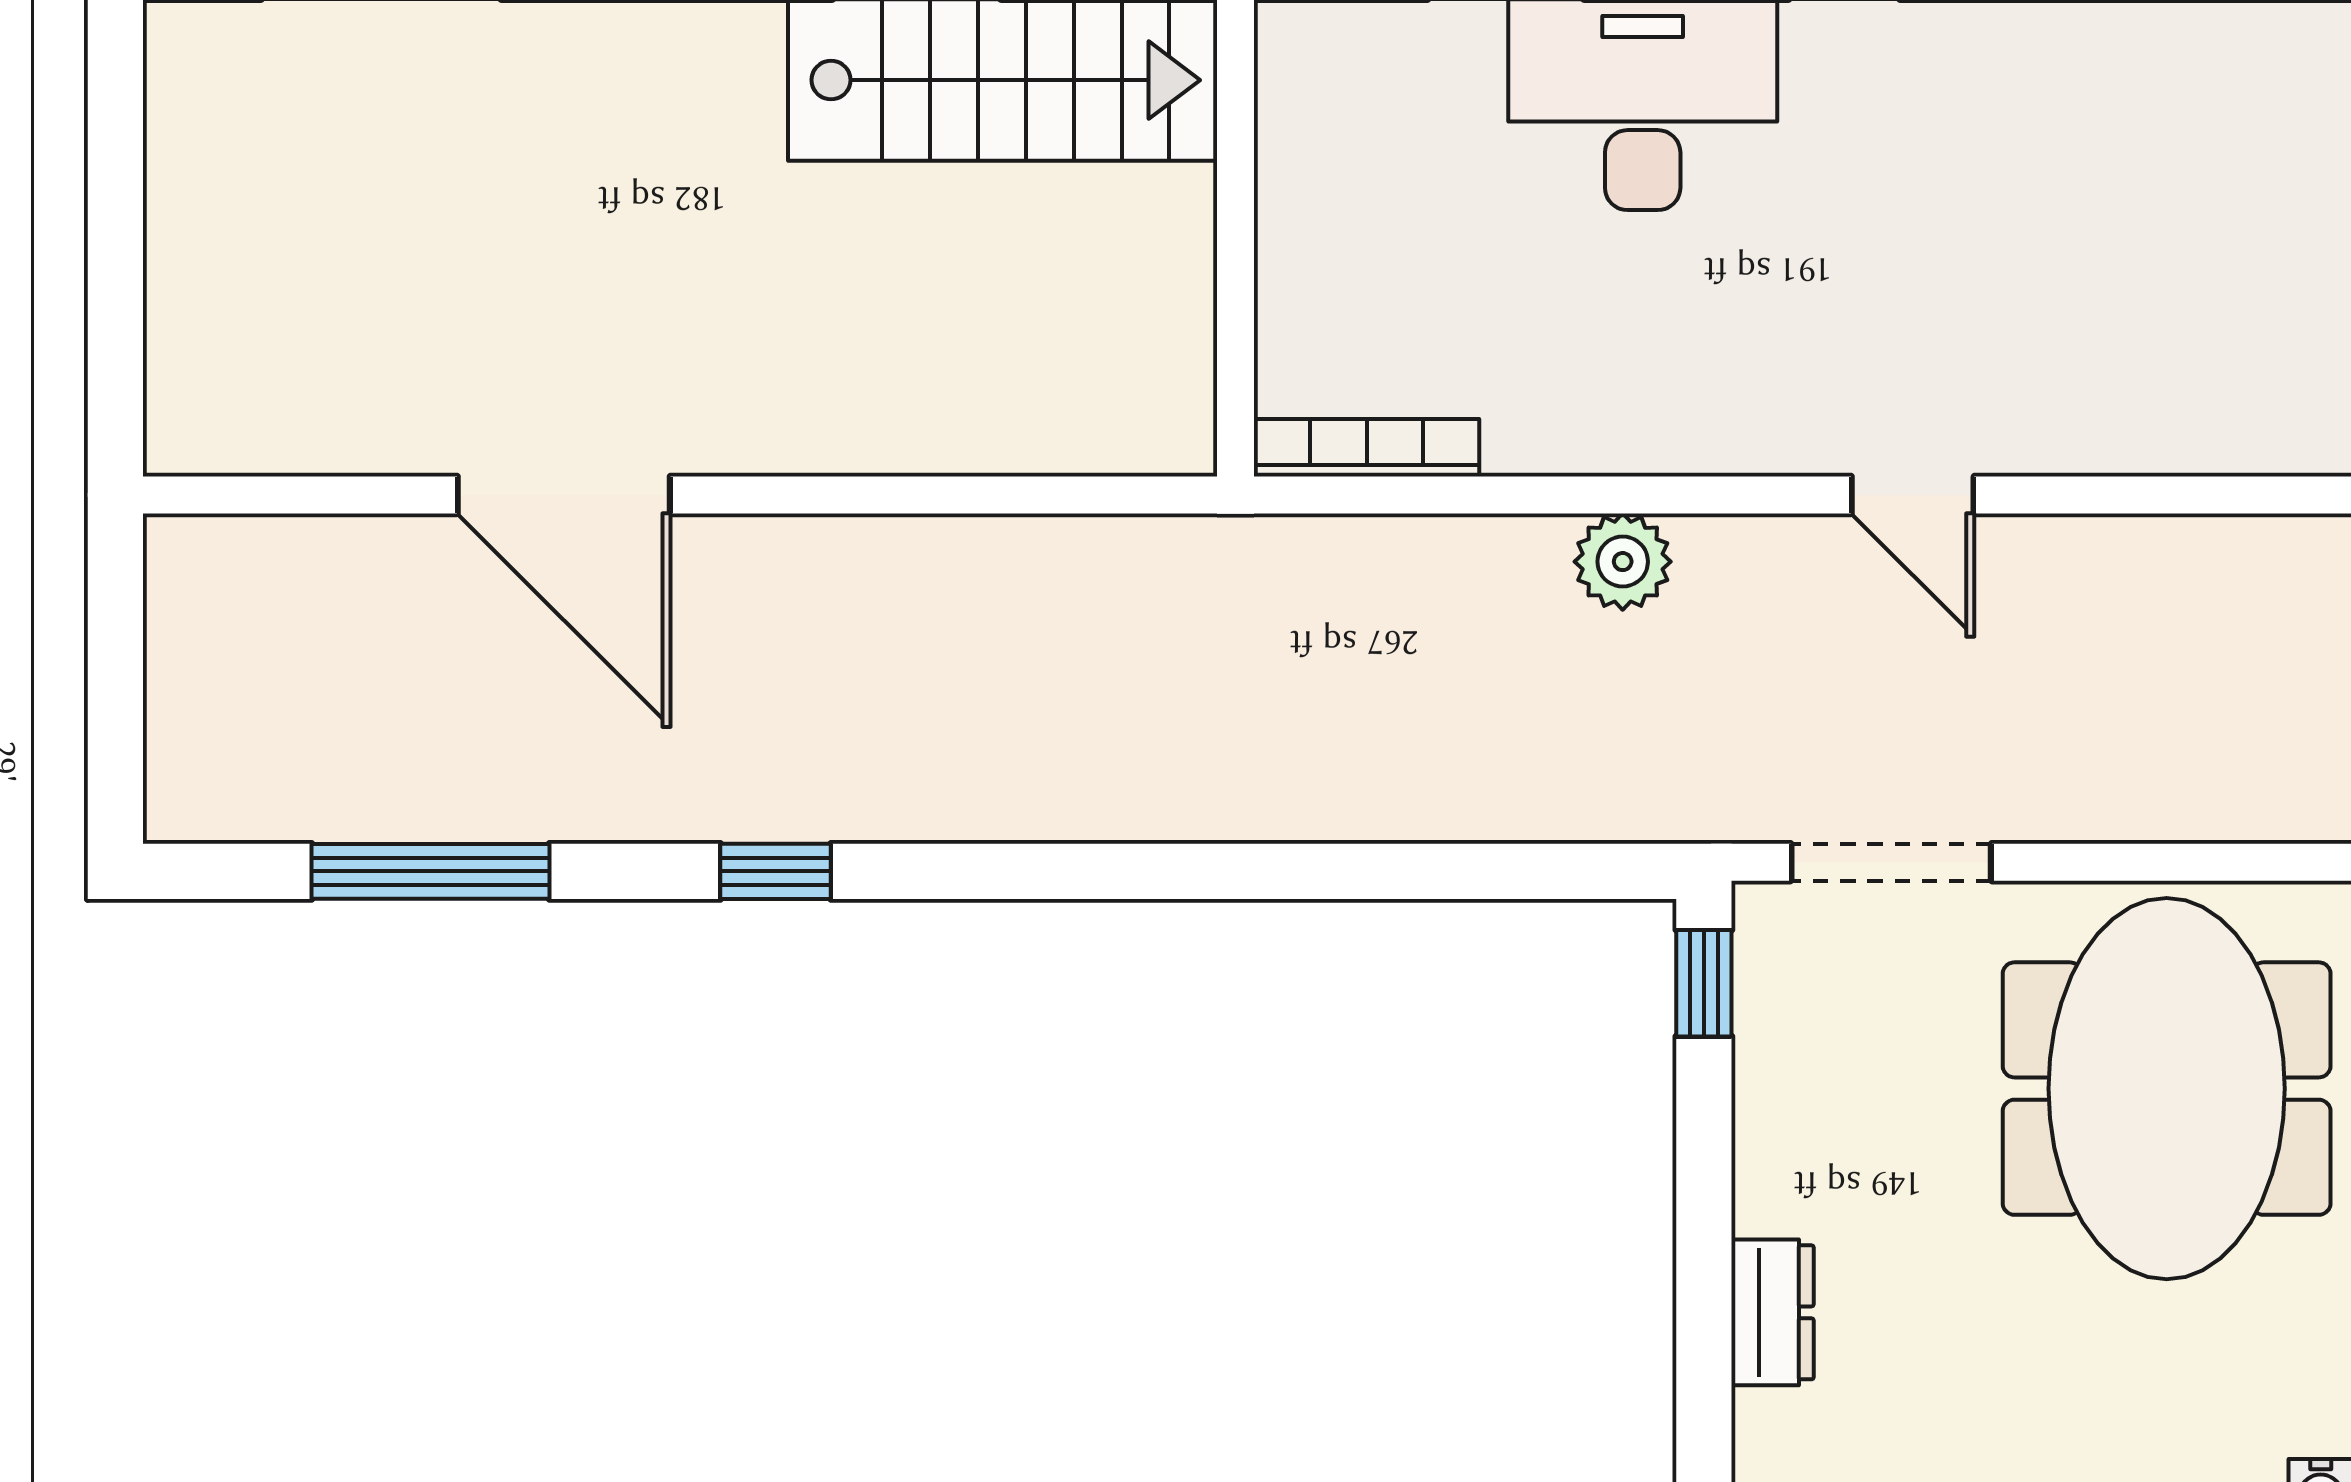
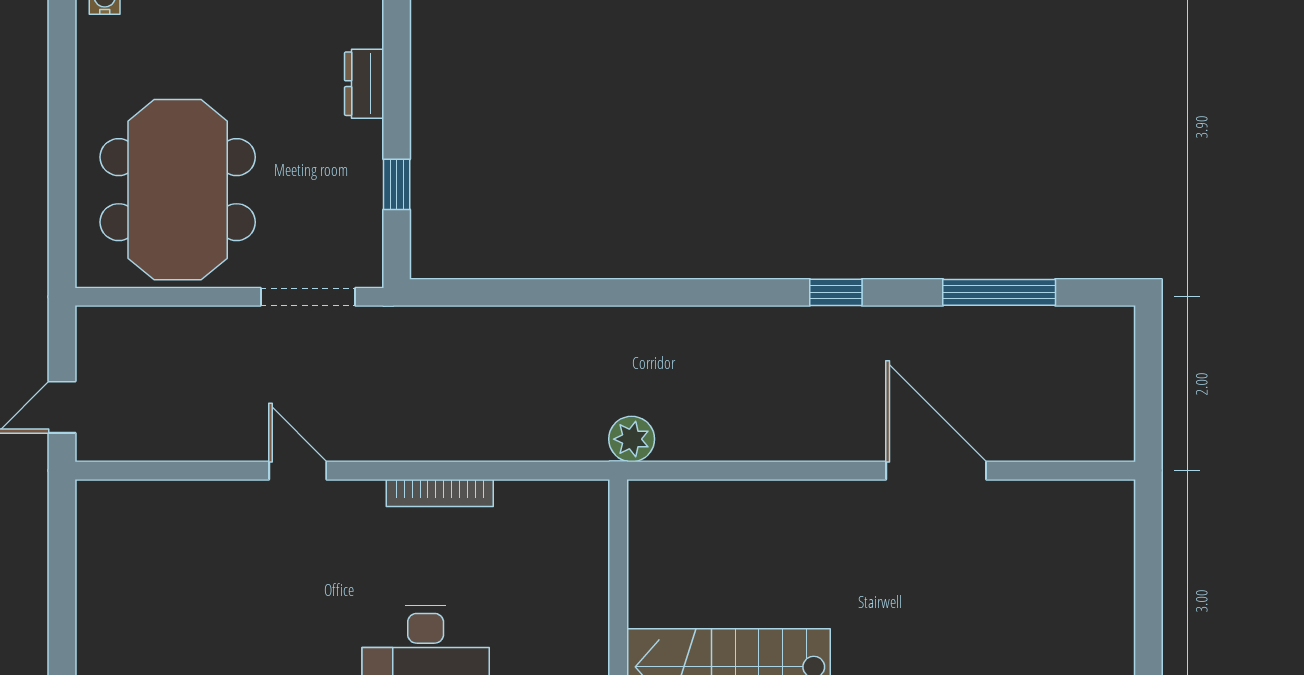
bookcase: (1367, 448) -> (440, 493), moved
plant: (1623, 562) -> (632, 439), moved
window: (1704, 983) -> (397, 184), moved

